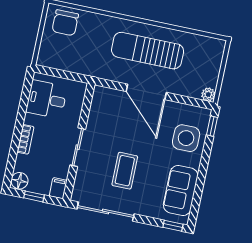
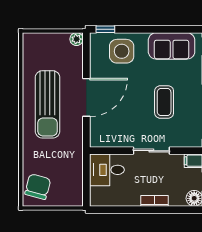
chair: (65, 23) -> (38, 187), turned -75
desk: (47, 99) -> (107, 170), moved, turned 90
coffee table: (125, 171) -> (164, 102), turned 90

